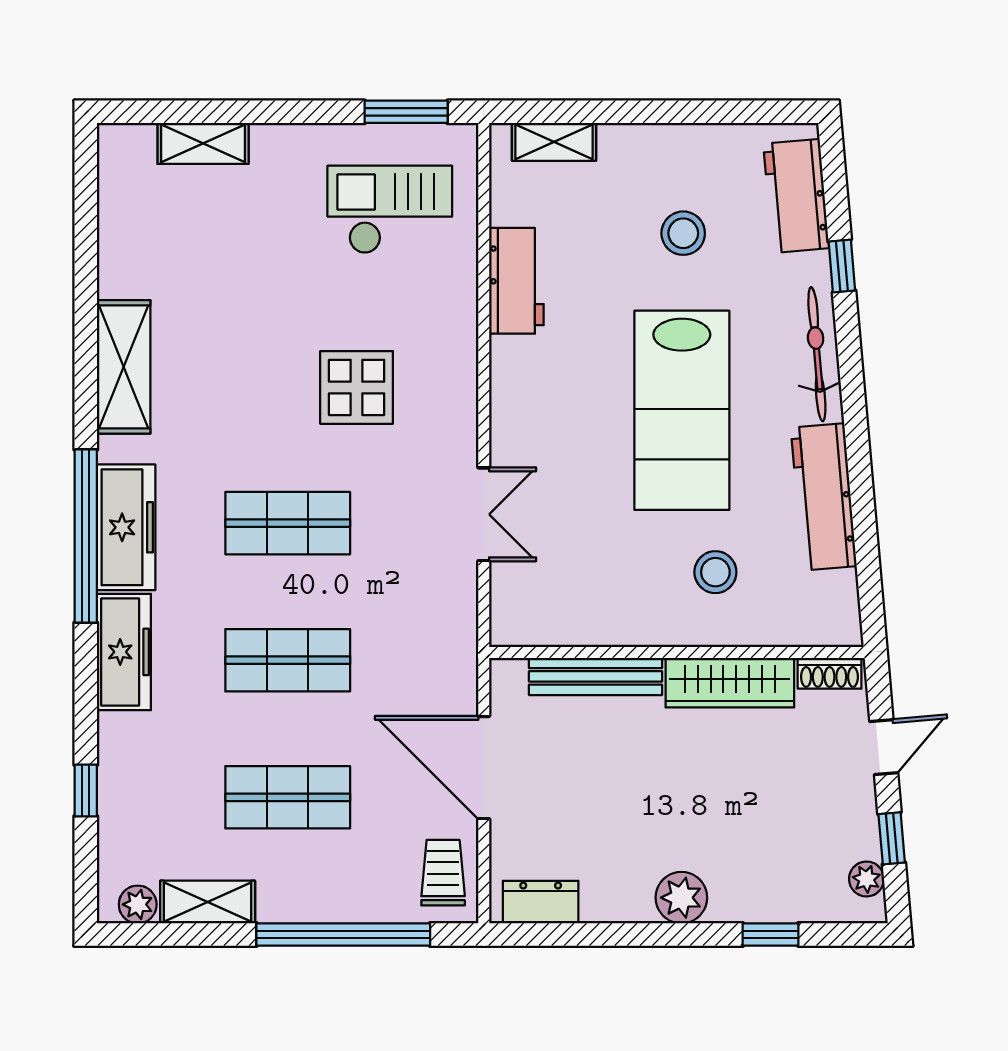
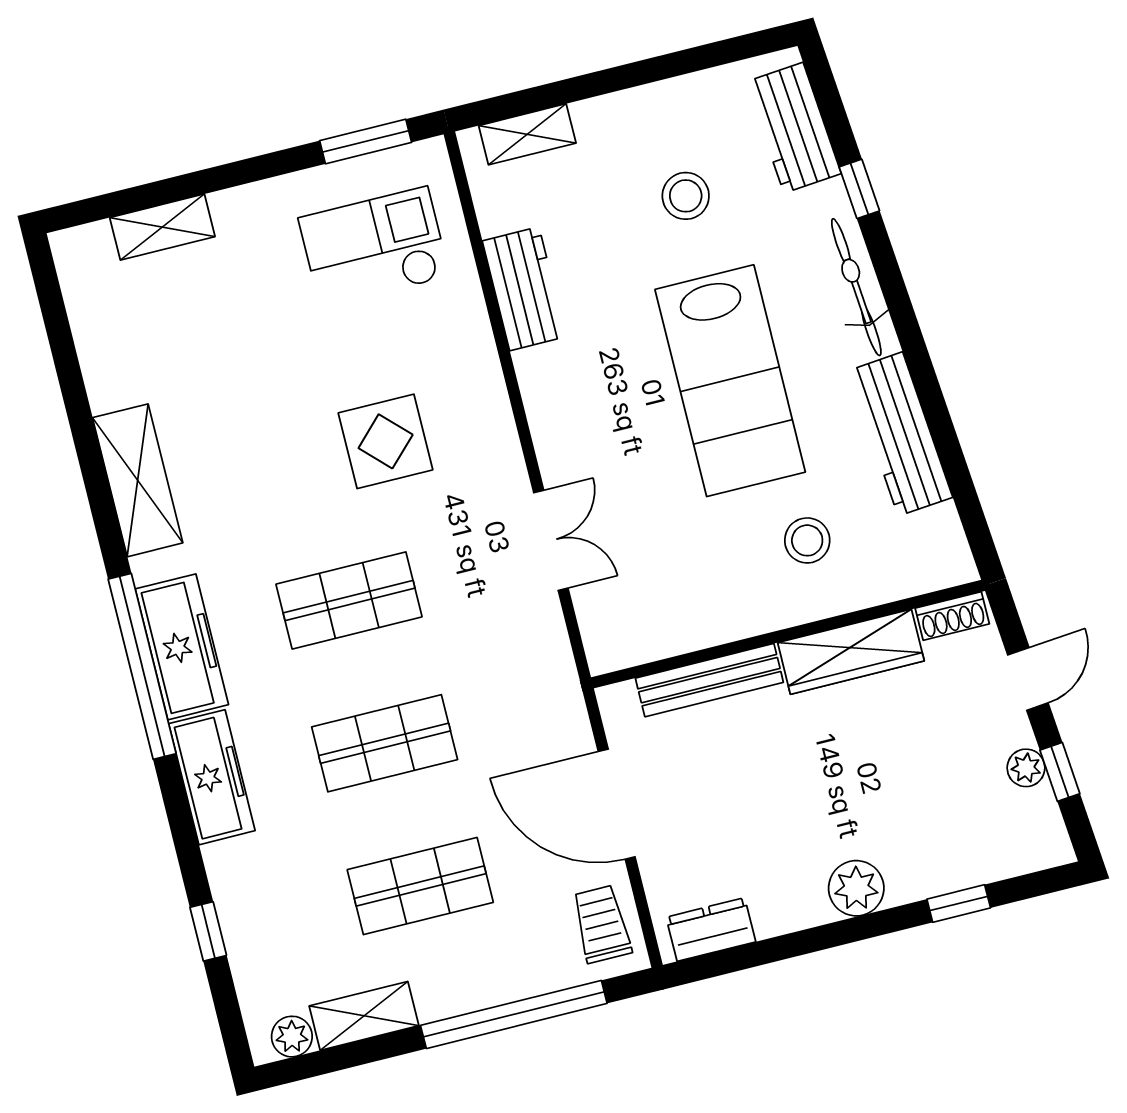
plant: (866, 879) -> (1026, 768), moved

